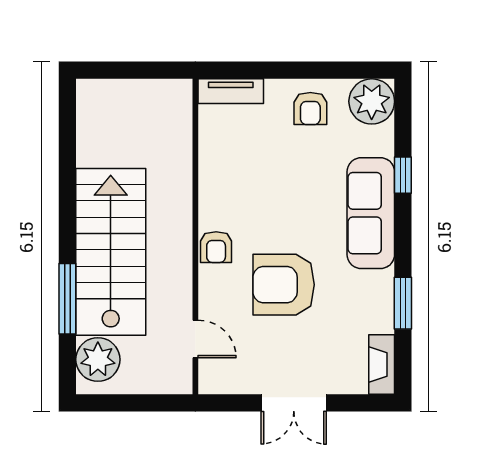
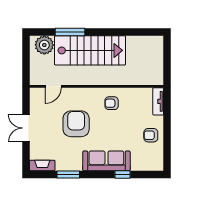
plant: (372, 101) -> (154, 161), removed
armchair: (216, 247) -> (112, 103), moved

